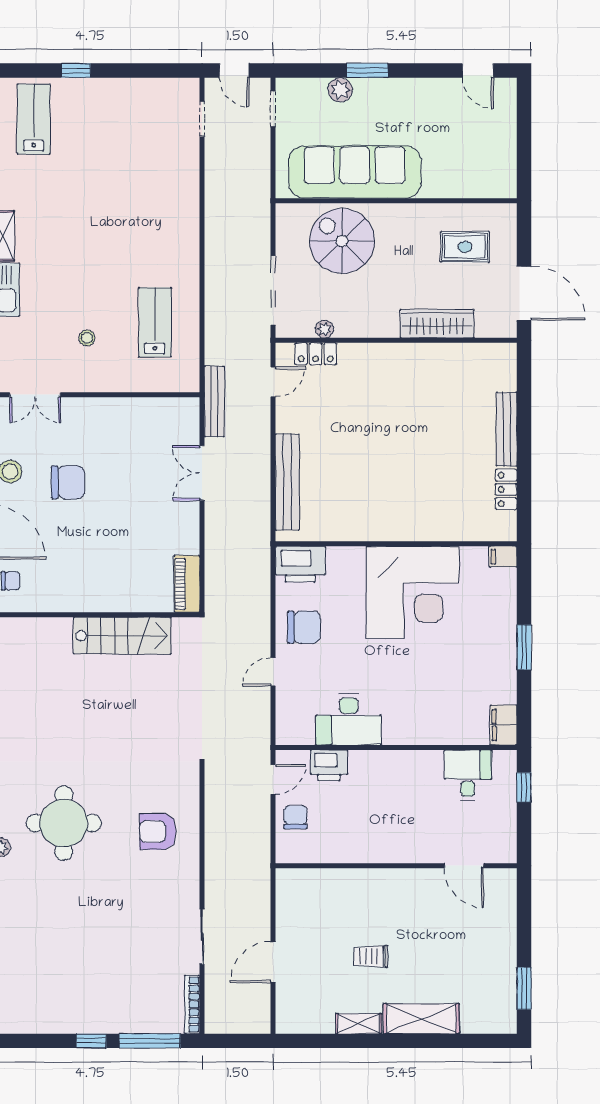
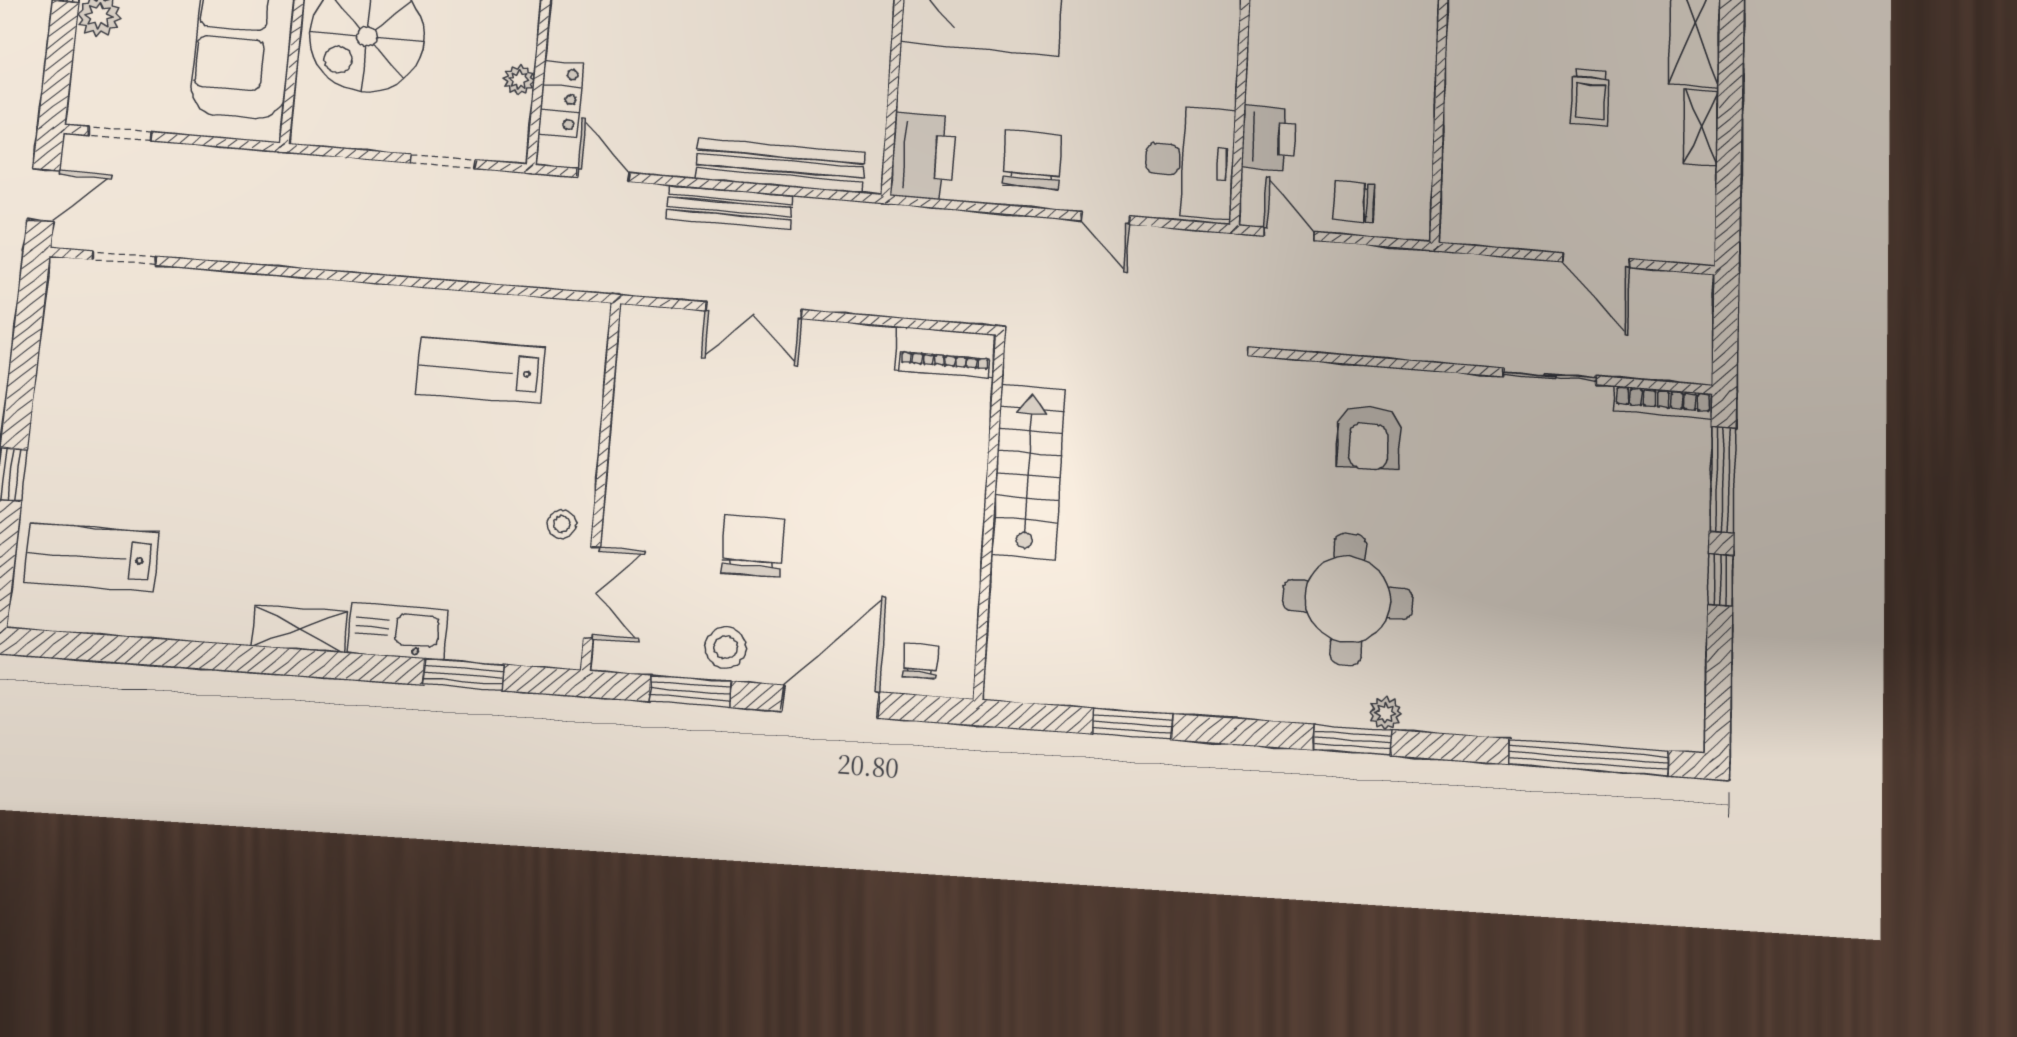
doorway: (273, 290) -> (443, 161), width x0.53
stool: (87, 338) -> (562, 524), moved
bench: (214, 401) -> (730, 207), moved
desk: (349, 719) -> (1190, 161), moved

